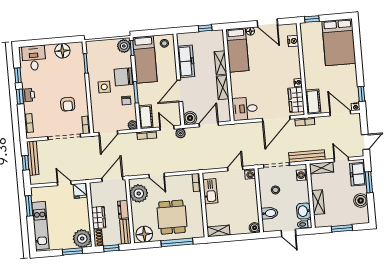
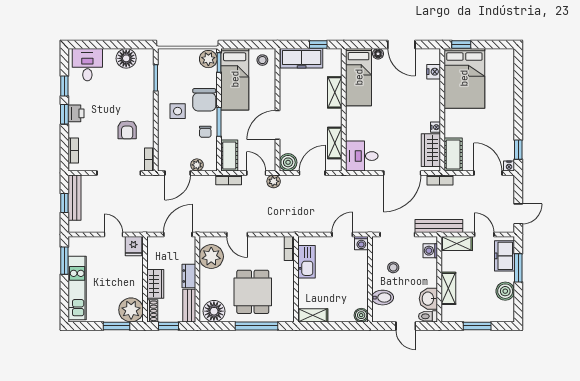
bed: (339, 42) -> (464, 78), moved
freezer: (186, 61) -> (302, 58), moved, turned 90
chair: (123, 77) -> (204, 100), turned -90
shelving: (223, 87) -> (335, 143), moved
plant: (133, 125) -> (197, 165), moved

